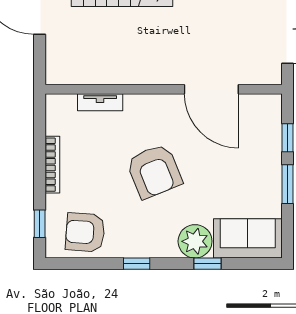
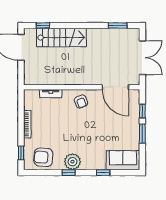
door: (211, 89) -> (115, 87), moved
armchair: (154, 171) -> (81, 101), moved, width x0.53, depth x0.53
plant: (195, 241) -> (72, 162), moved

